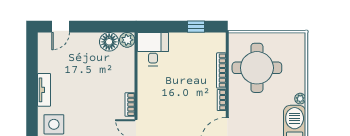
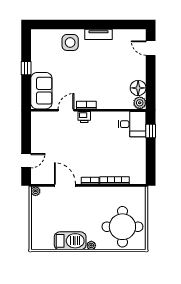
window: (196, 27) -> (151, 131), moved
round table: (257, 68) -> (122, 227), moved
printer: (144, 107) -> (84, 117), added

